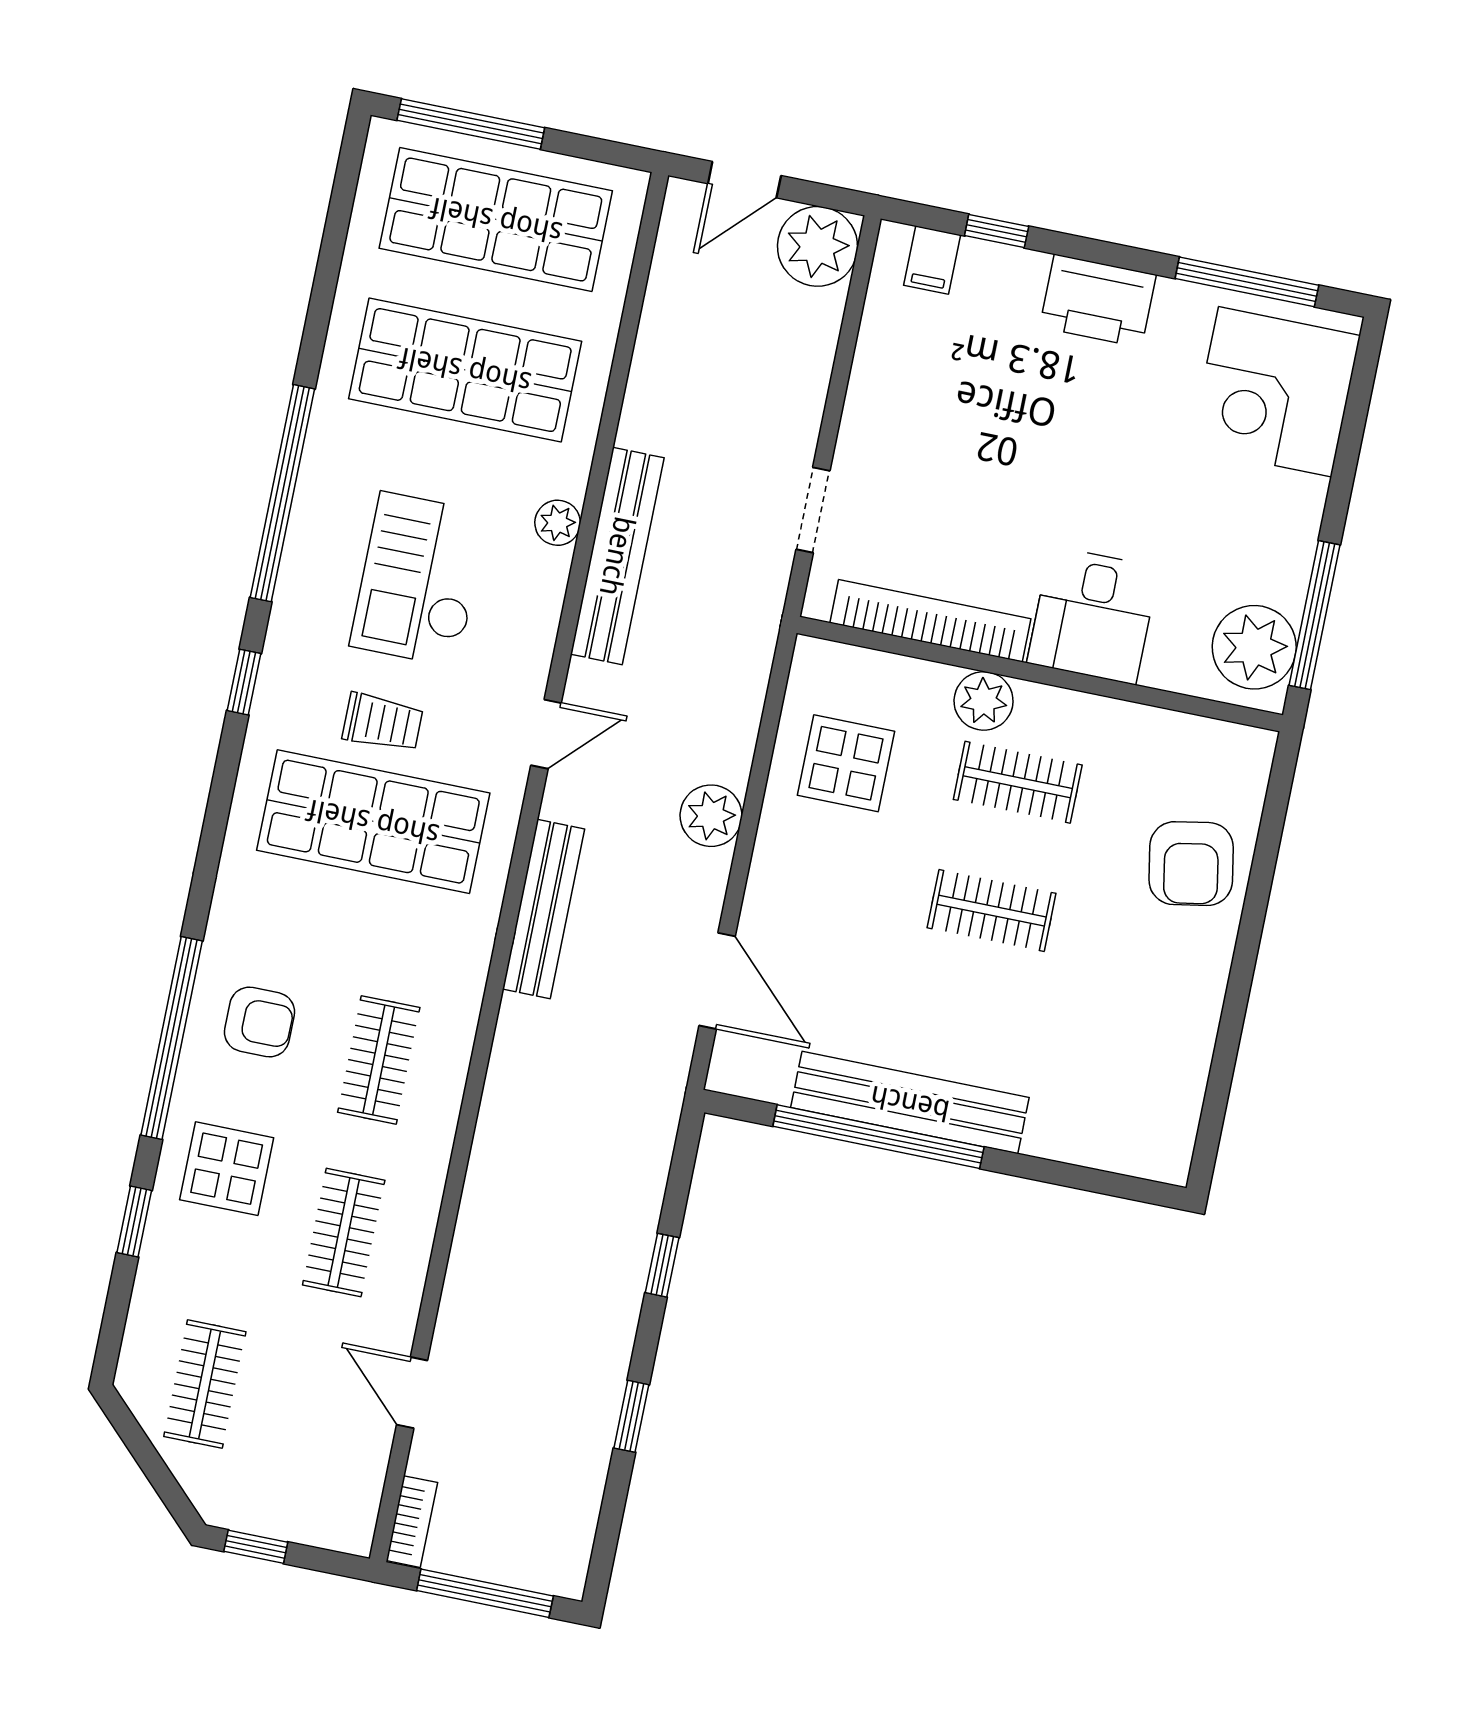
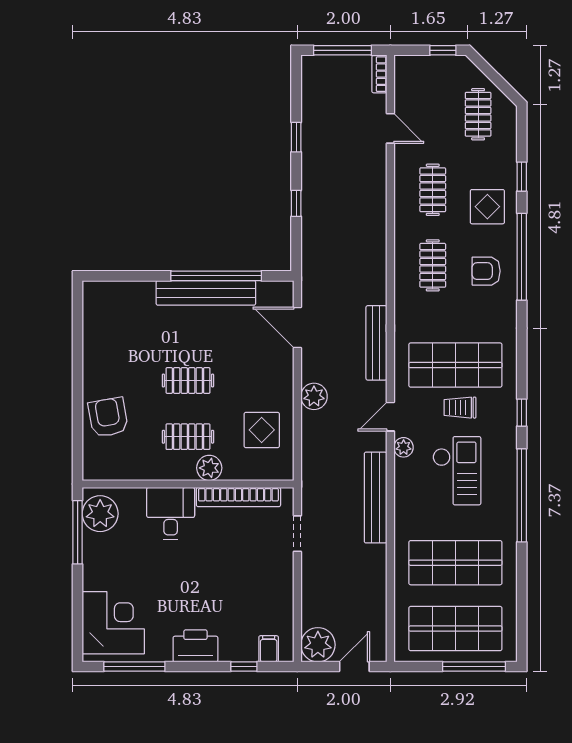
plant: (558, 523) -> (404, 447), moved

